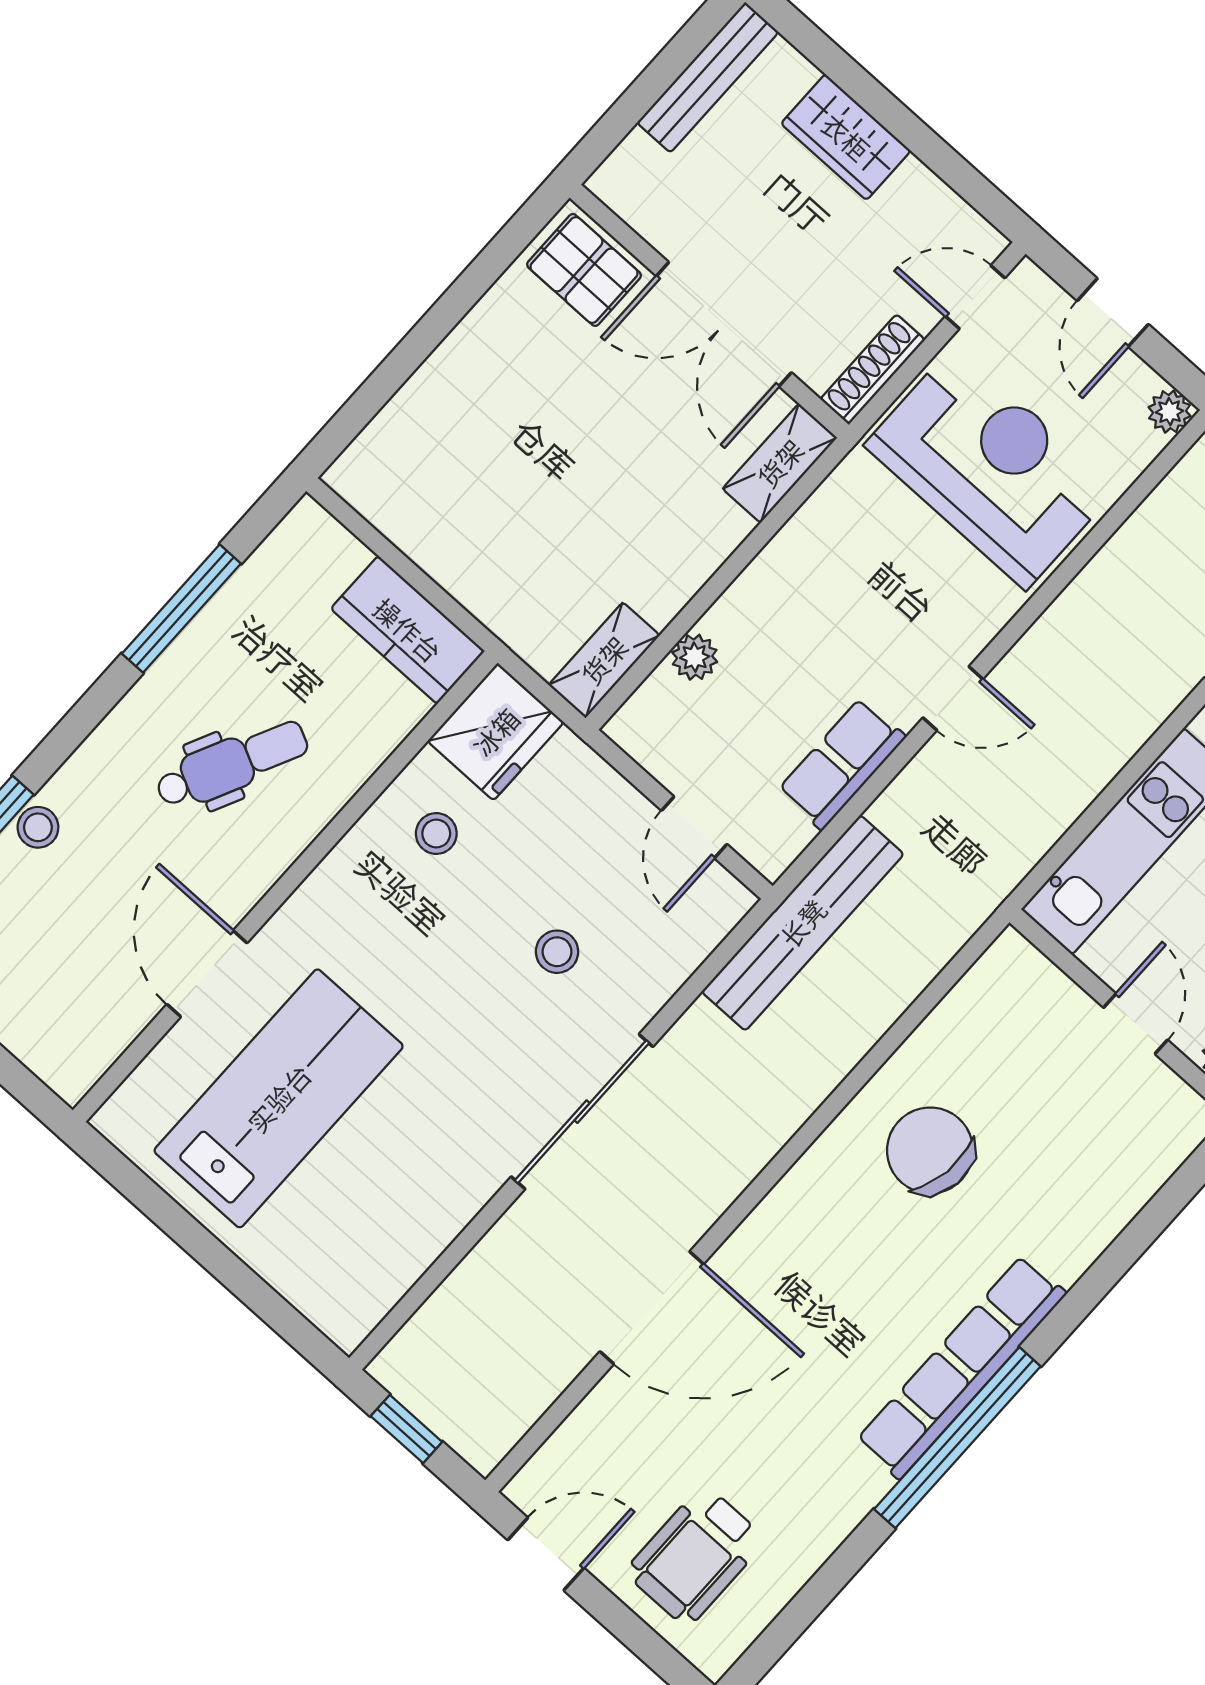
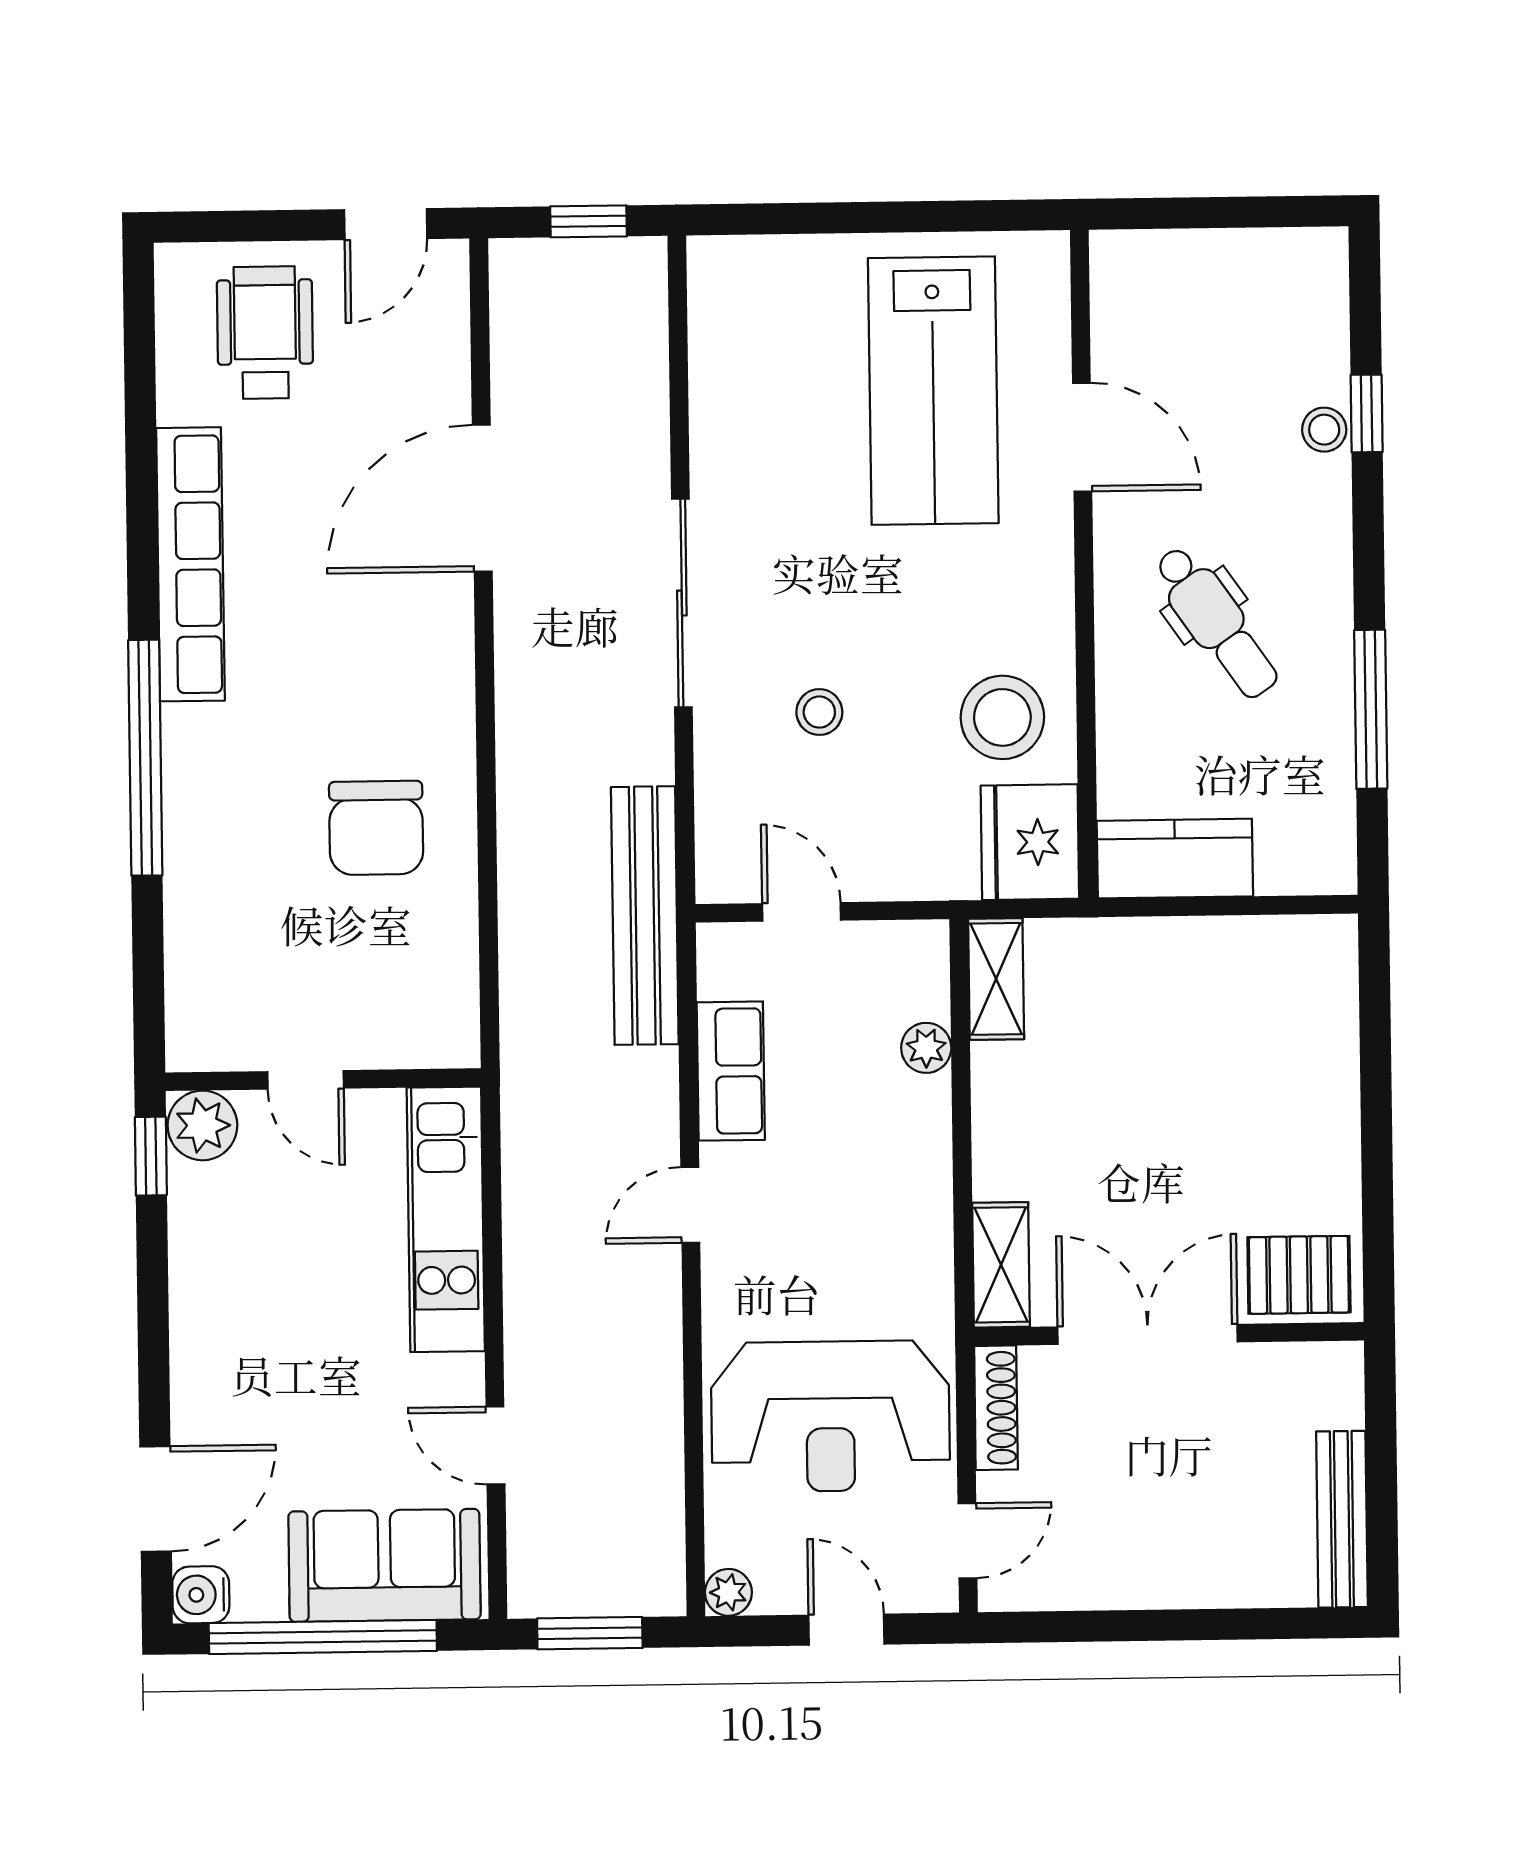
wardrobe: (846, 137) -> (1188, 1573), removed
dental chair: (232, 764) -> (1216, 622), turned -61
stool: (436, 834) -> (1002, 717), width x1.89, depth x1.89
chair: (930, 1150) -> (376, 828), turned 82
row of seats: (961, 1367) -> (190, 564), moved
window: (957, 1438) -> (145, 758), moved

